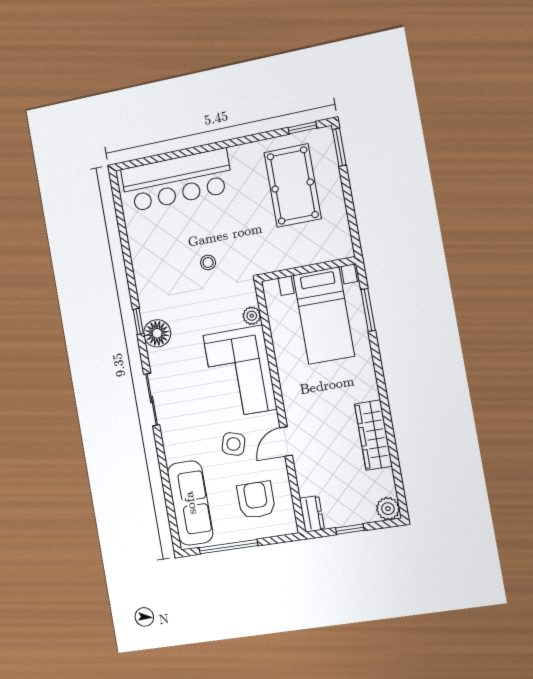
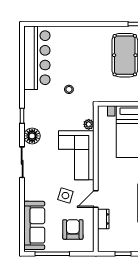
bar counter: (177, 180) -> (37, 58), moved, turned -90
floor lamp: (157, 333) -> (32, 136), moved
dresser: (312, 514) -> (103, 219), moved

